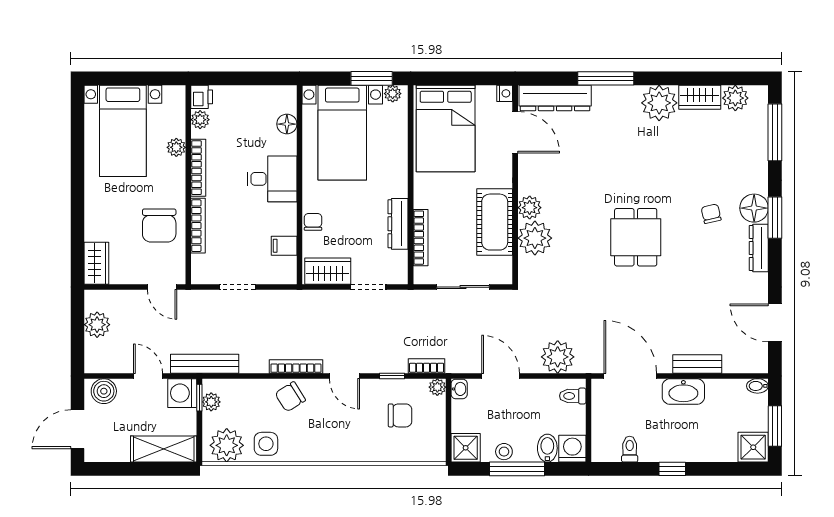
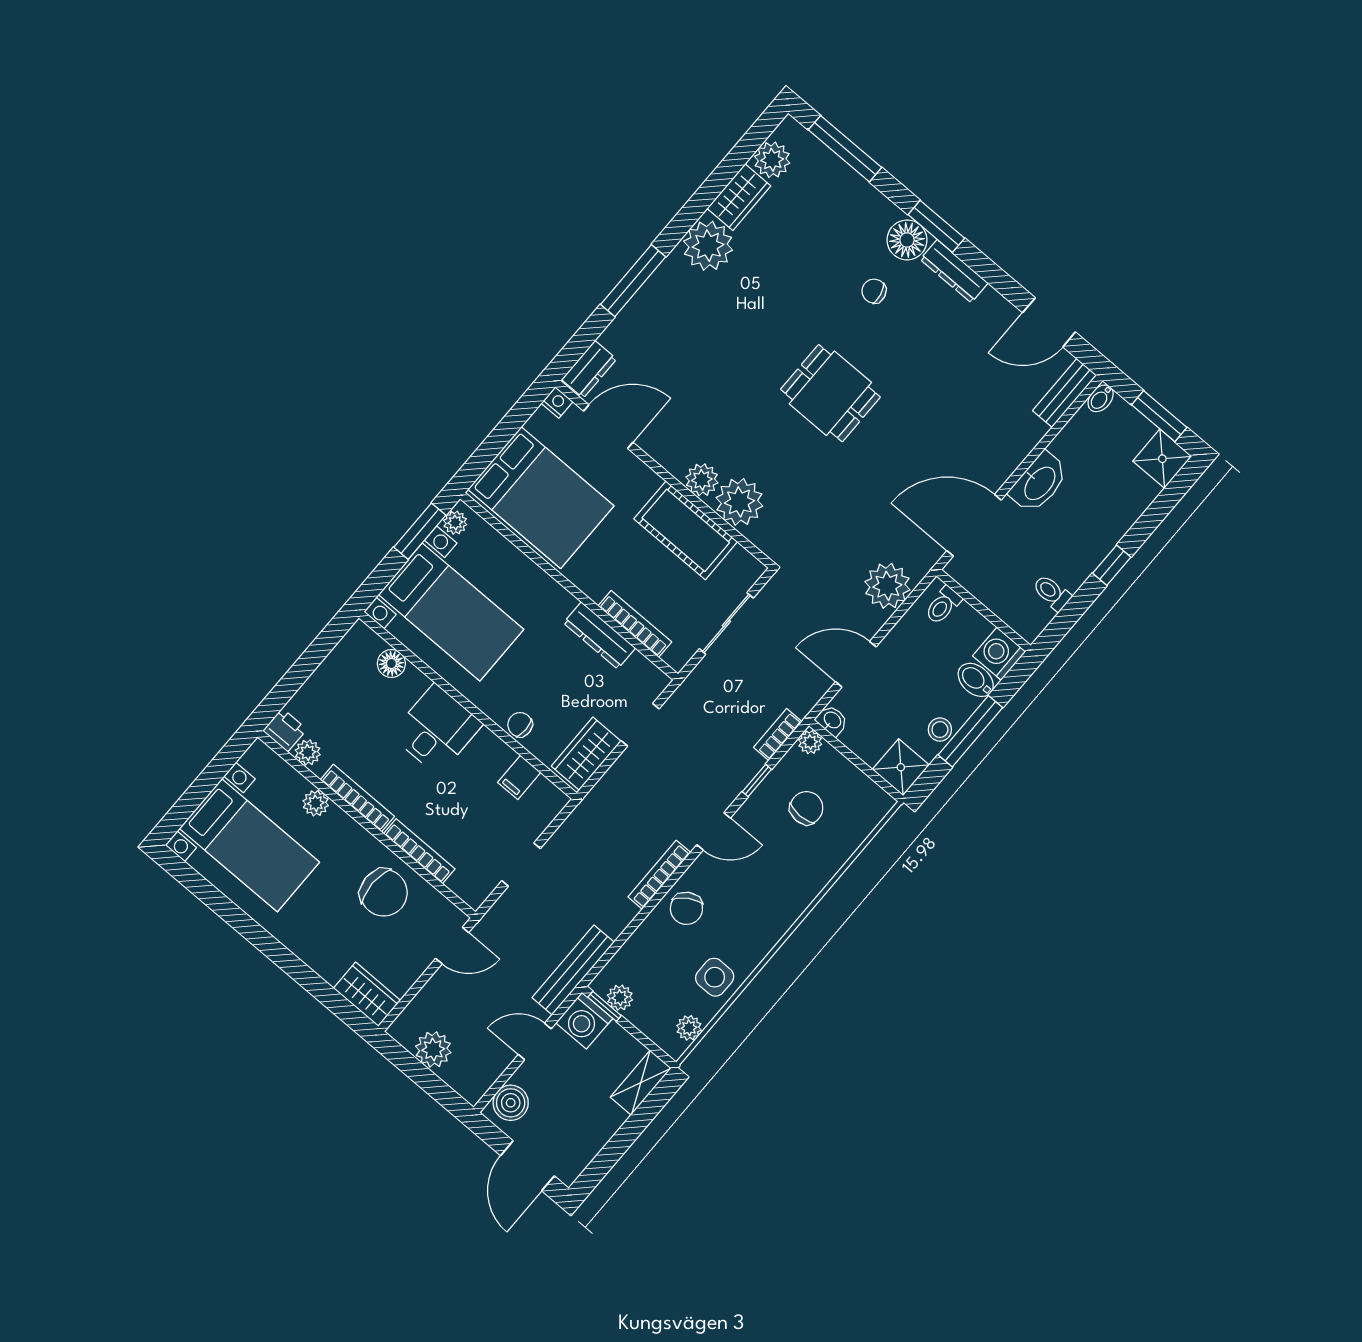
dresser: (555, 98) -> (589, 369), width x0.51, depth x0.80
bench: (697, 364) -> (1065, 393), moved
plant: (227, 445) -> (689, 1028), width x0.53, depth x0.53
shelving: (164, 449) -> (641, 1083), width x0.67, depth x0.75

